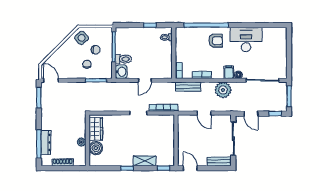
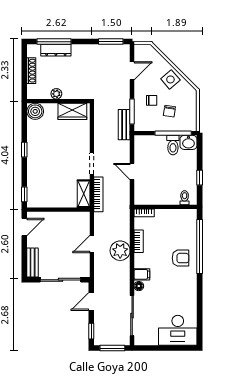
side table: (82, 38) -> (170, 79), moved
desk: (246, 40) -> (178, 330), moved, turned 90
armchair: (216, 41) -> (181, 258), turned -90
toilet: (123, 59) -> (173, 145), moved
washbasin: (121, 72) -> (188, 142), moved
door: (51, 80) -> (132, 71), moved
bench: (188, 87) -> (124, 125), moved
plant: (223, 90) -> (120, 251), moved
boiler: (96, 148) -> (35, 111), moved
shelving: (145, 161) -> (84, 194), moved

